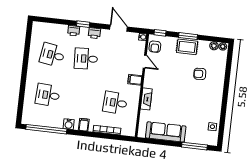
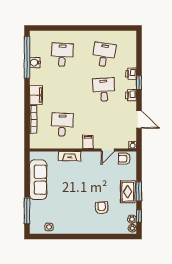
door: (119, 28) -> (139, 119), hinge flipped
window: (160, 33) -> (139, 216), moved
water cooler: (69, 124) -> (35, 63), moved
filing cabinet: (84, 125) -> (36, 95), width x2.00

